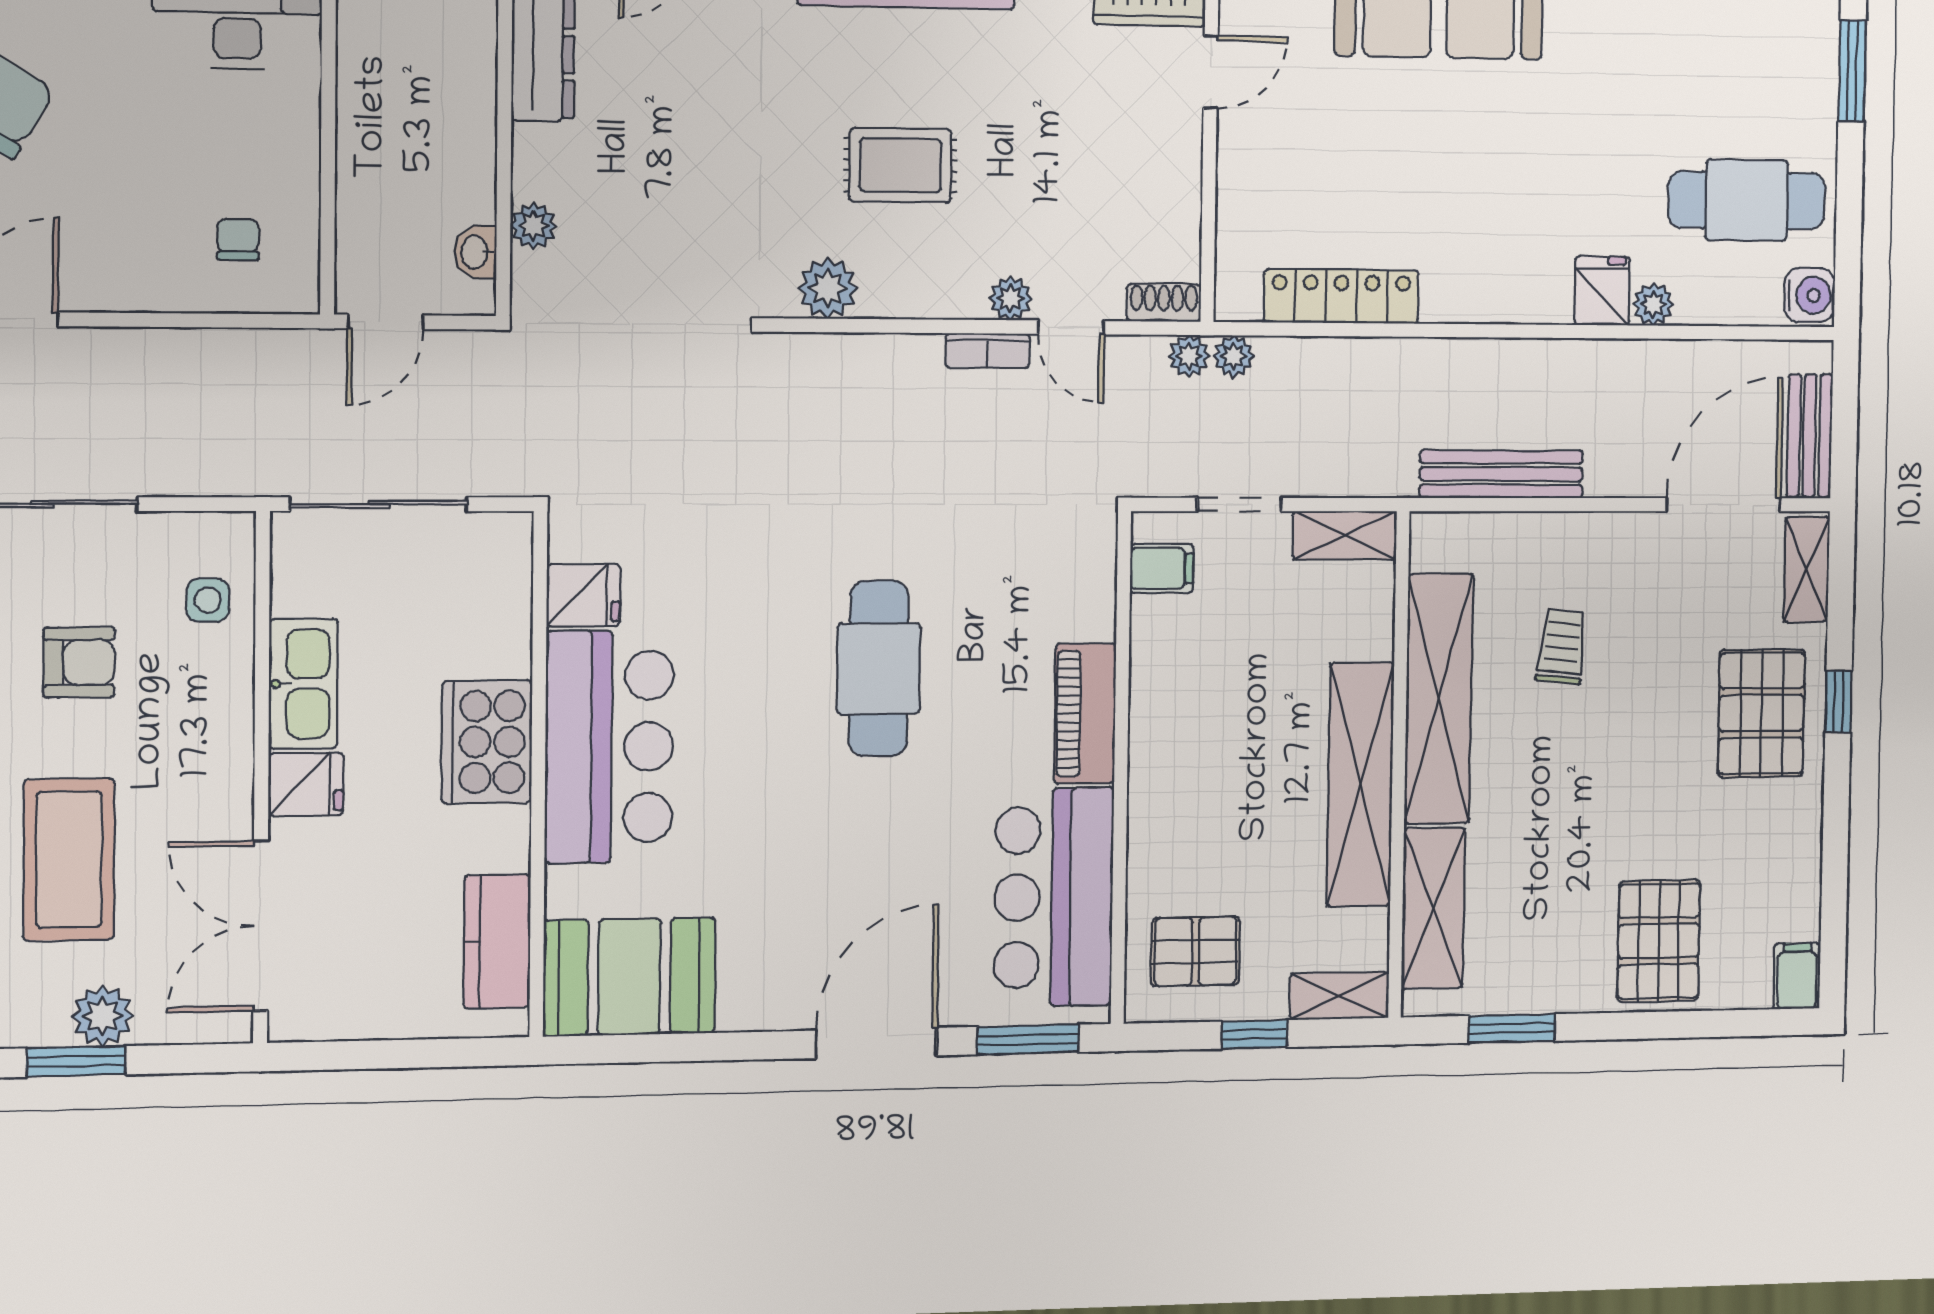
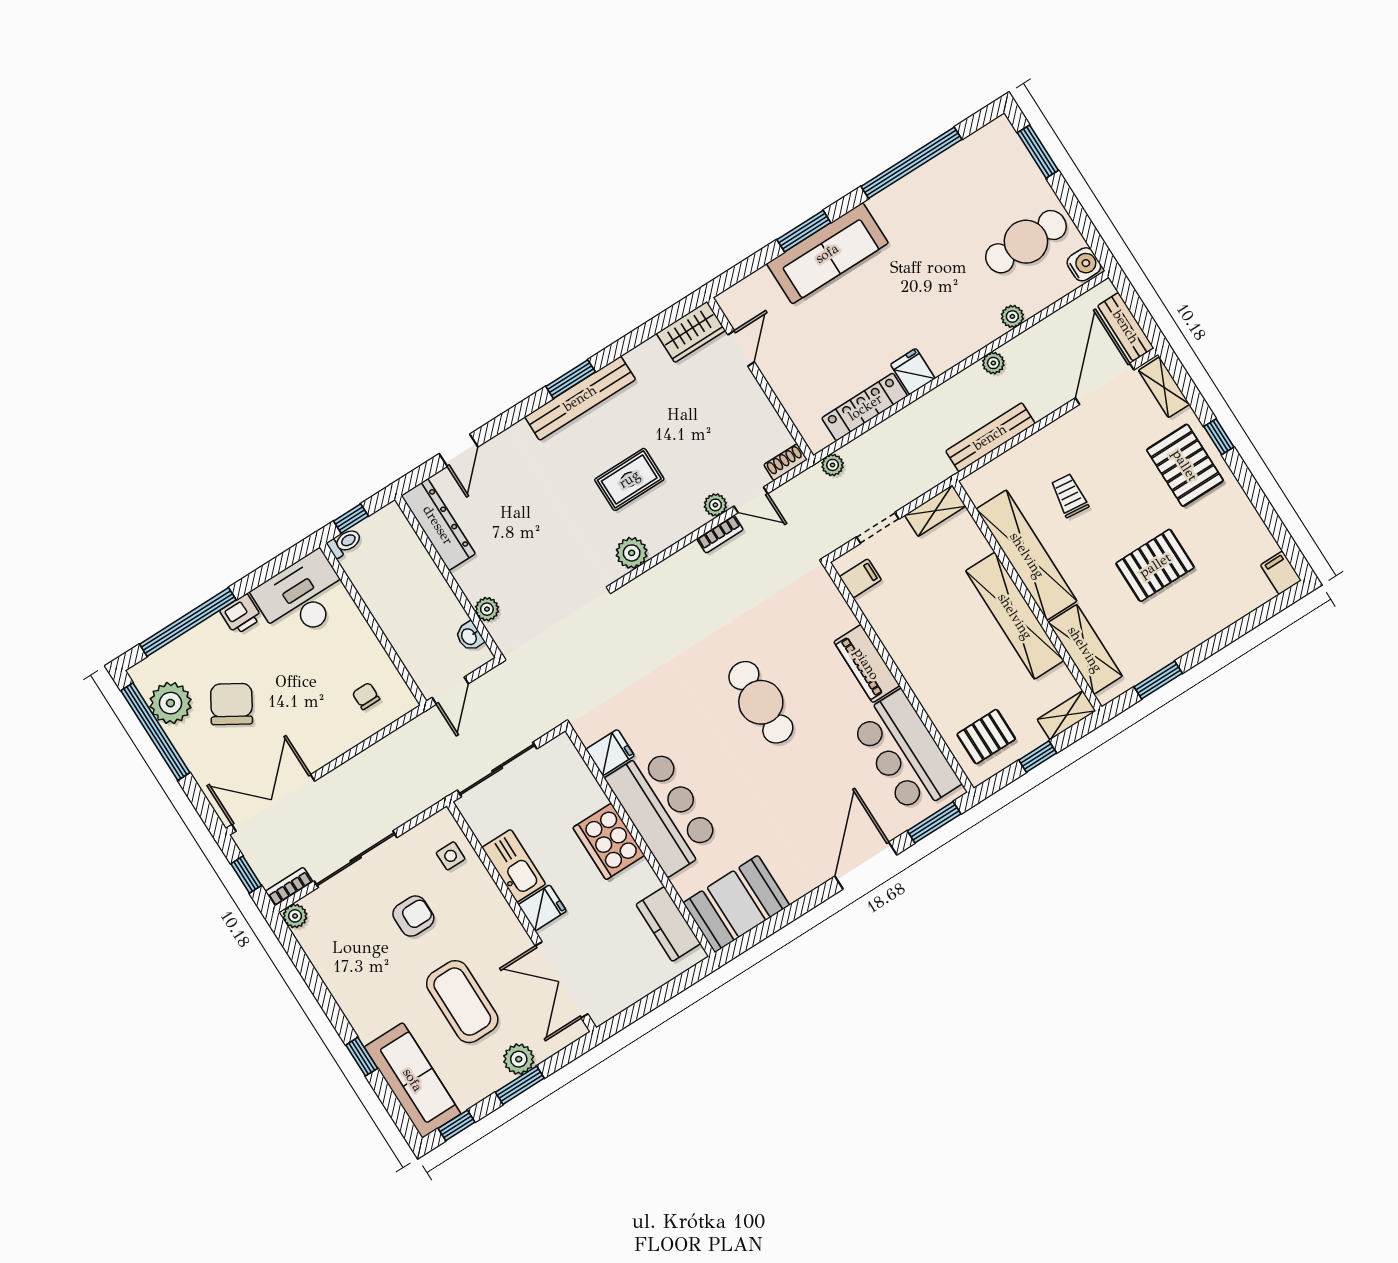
fridge: (1602, 291) -> (913, 371), moved
plant: (1189, 356) -> (993, 363), moved
pallet: (1659, 941) -> (1155, 565), moved, turned 90

